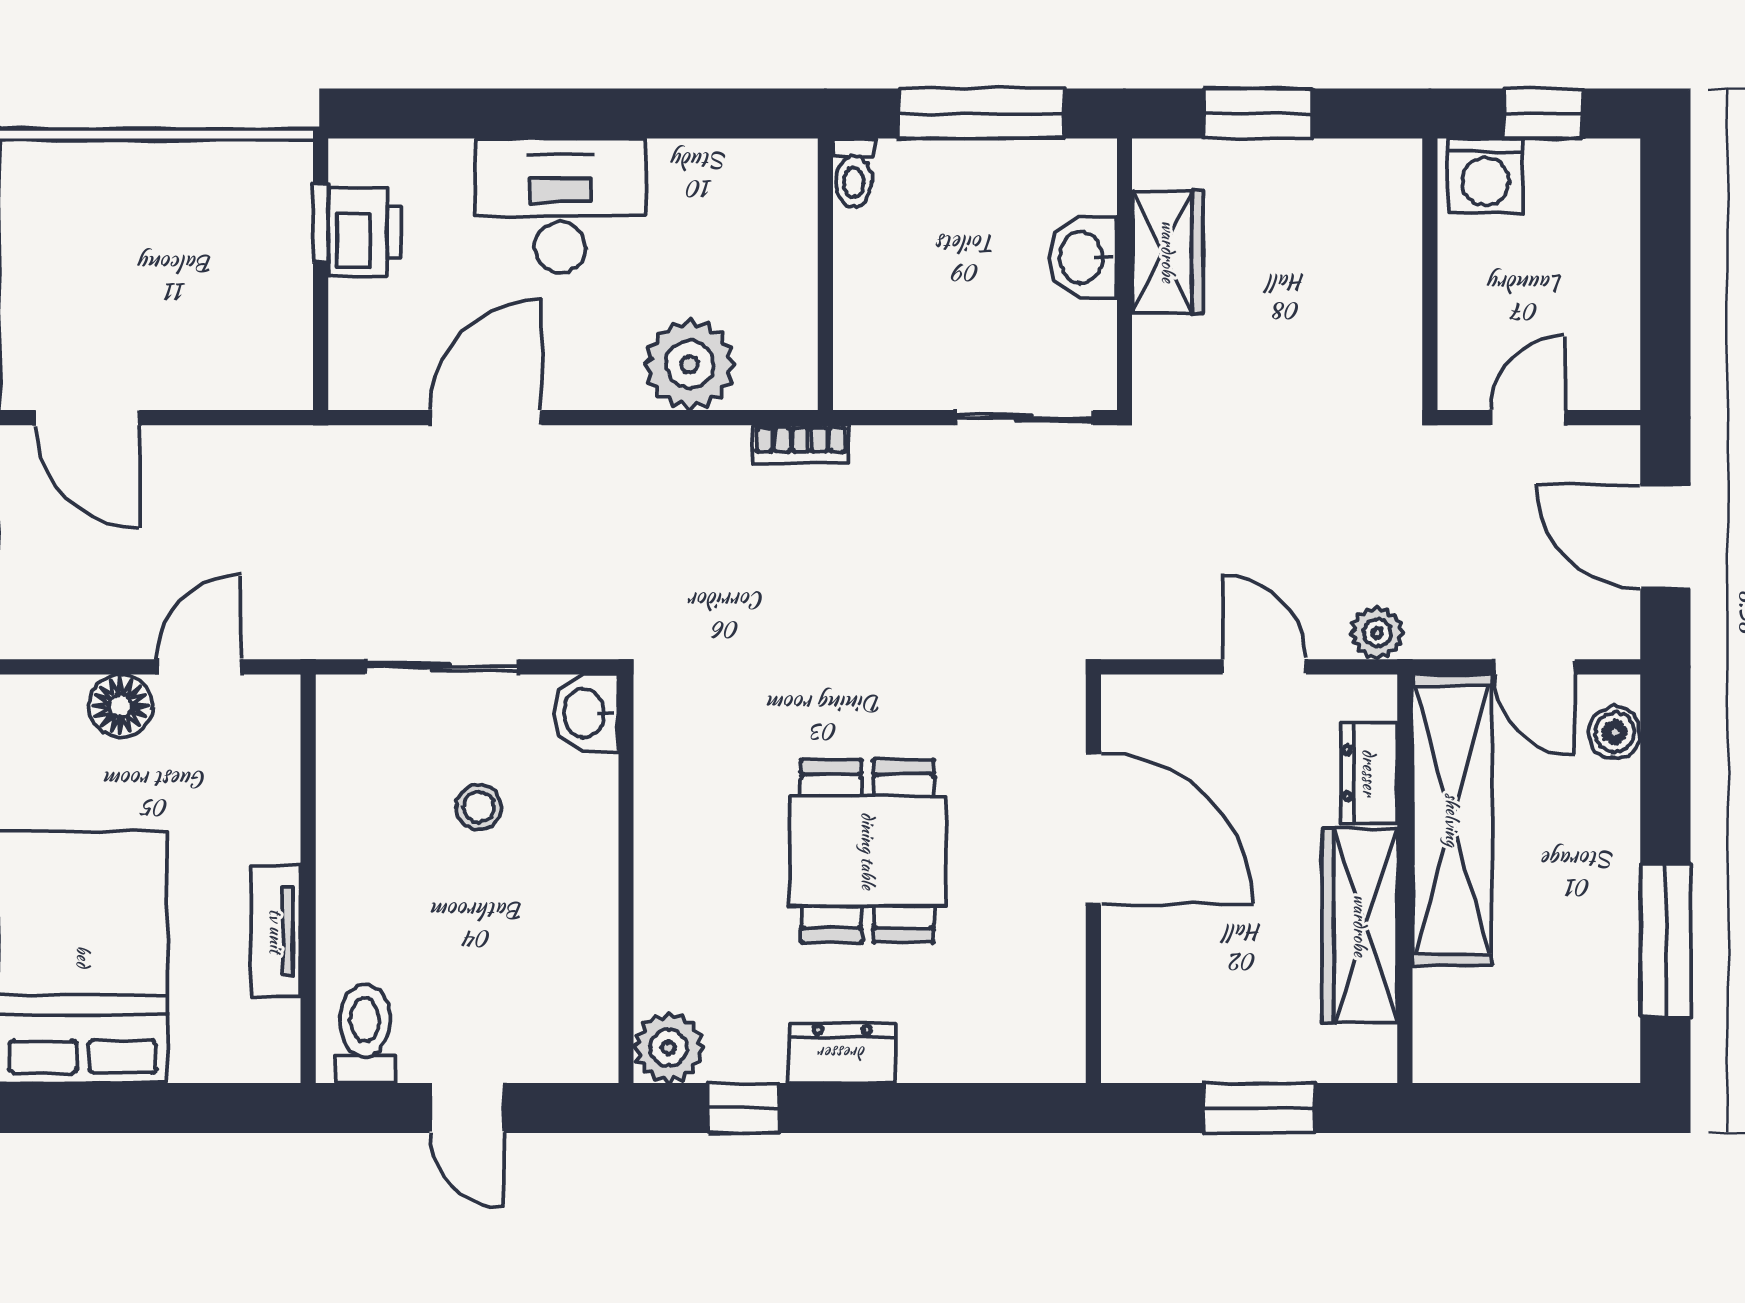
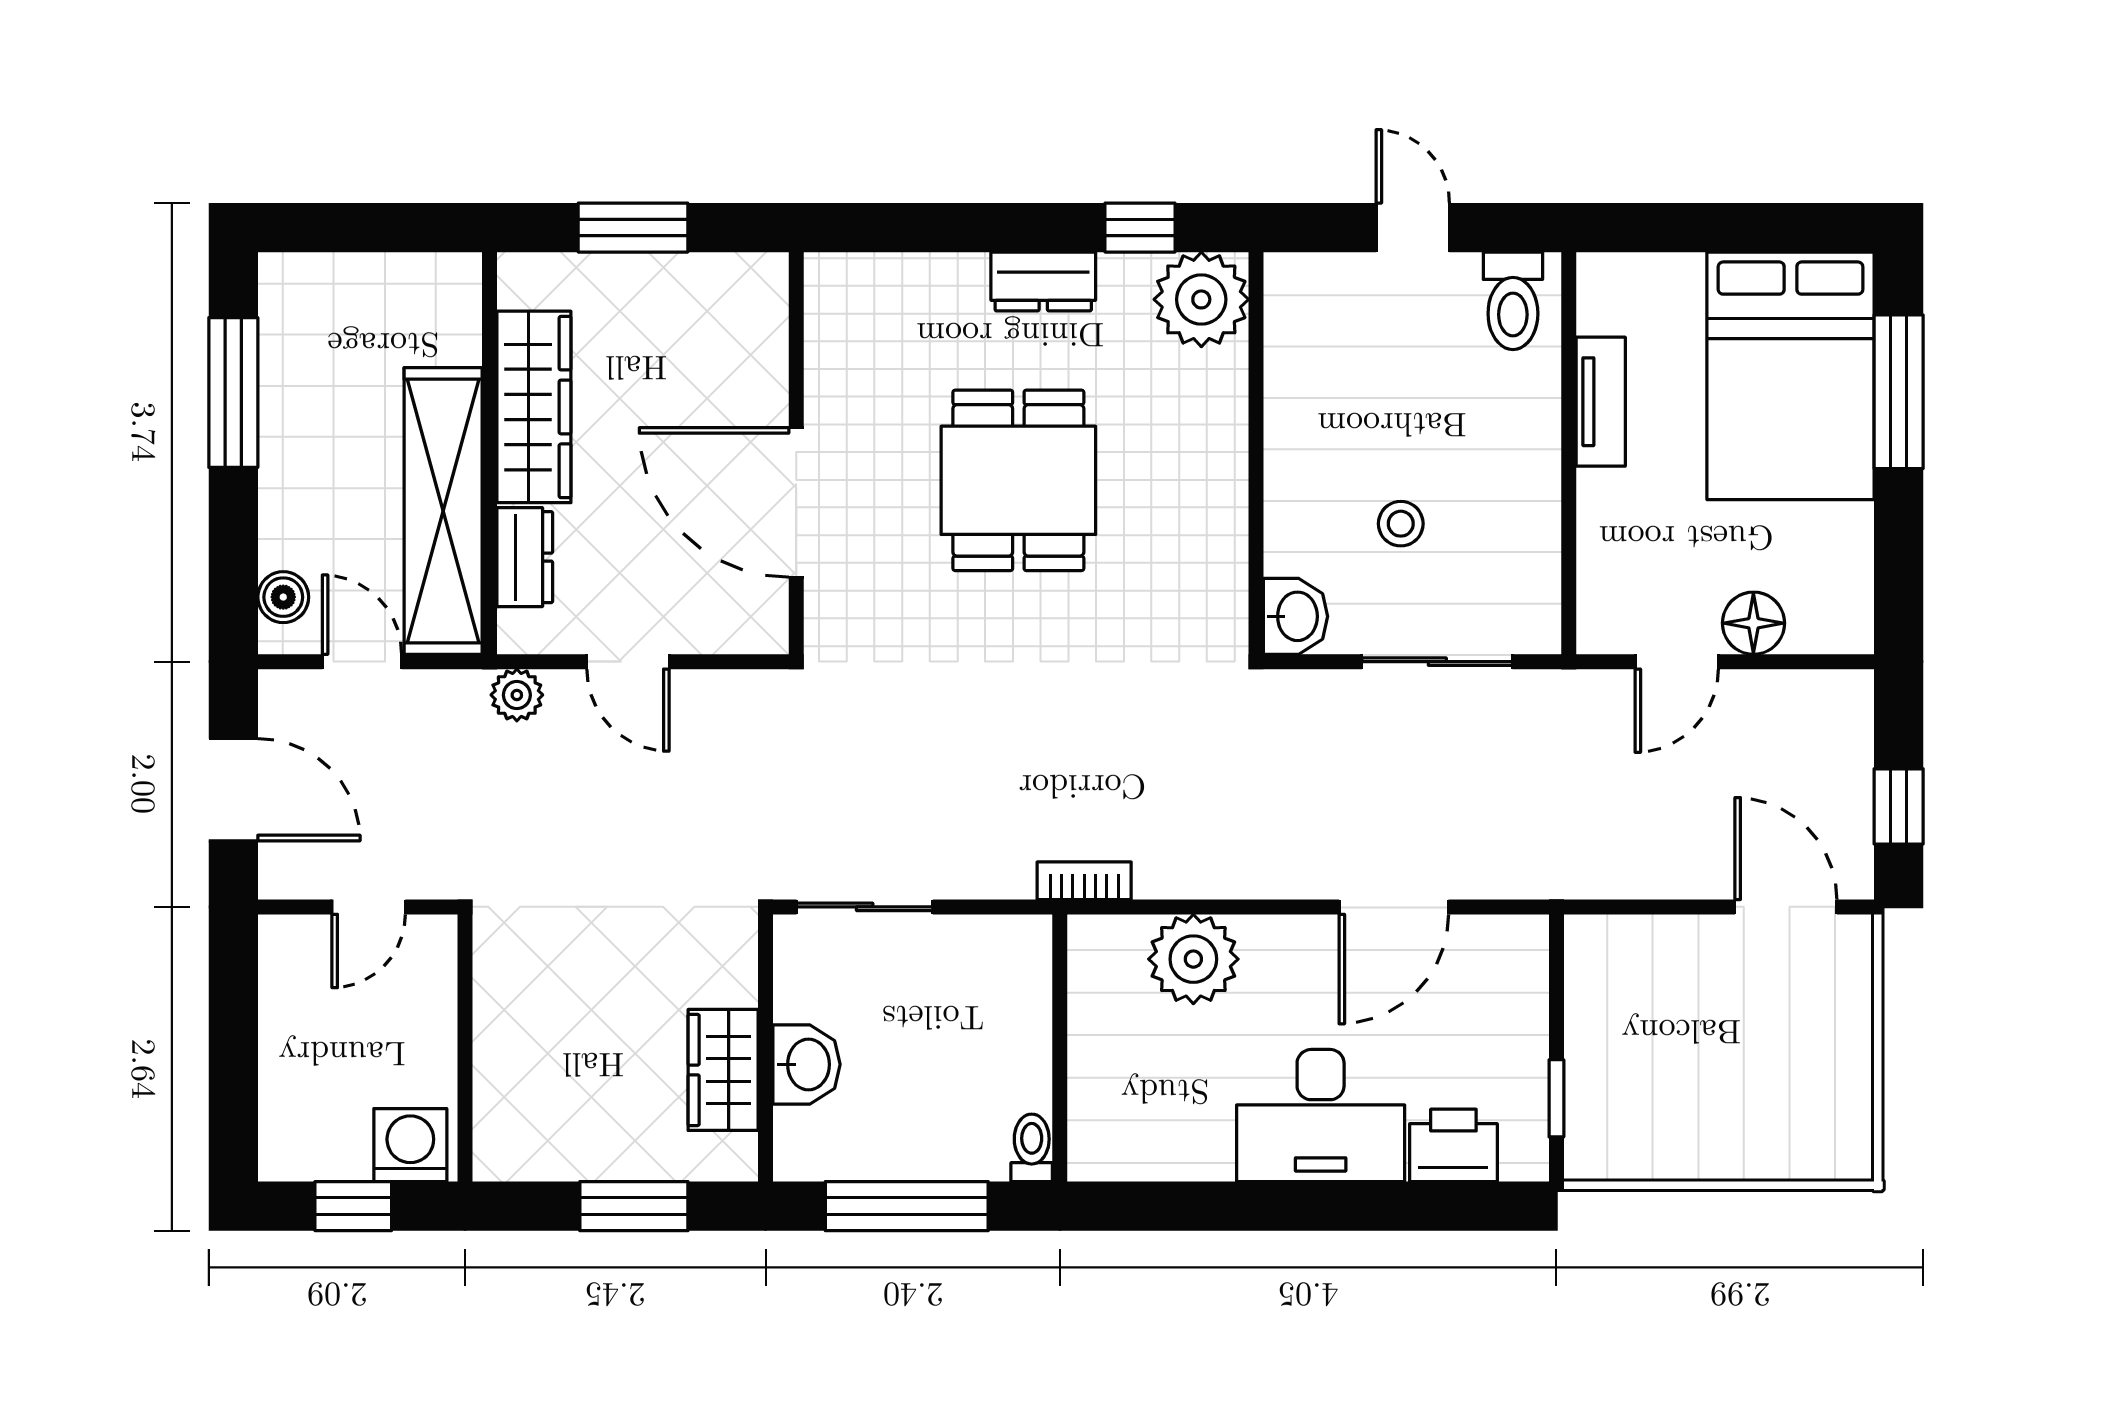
printer: (365, 232) -> (1453, 1145), moved, turned 90
plant: (669, 1048) -> (1201, 299), width x1.36, depth x1.36

